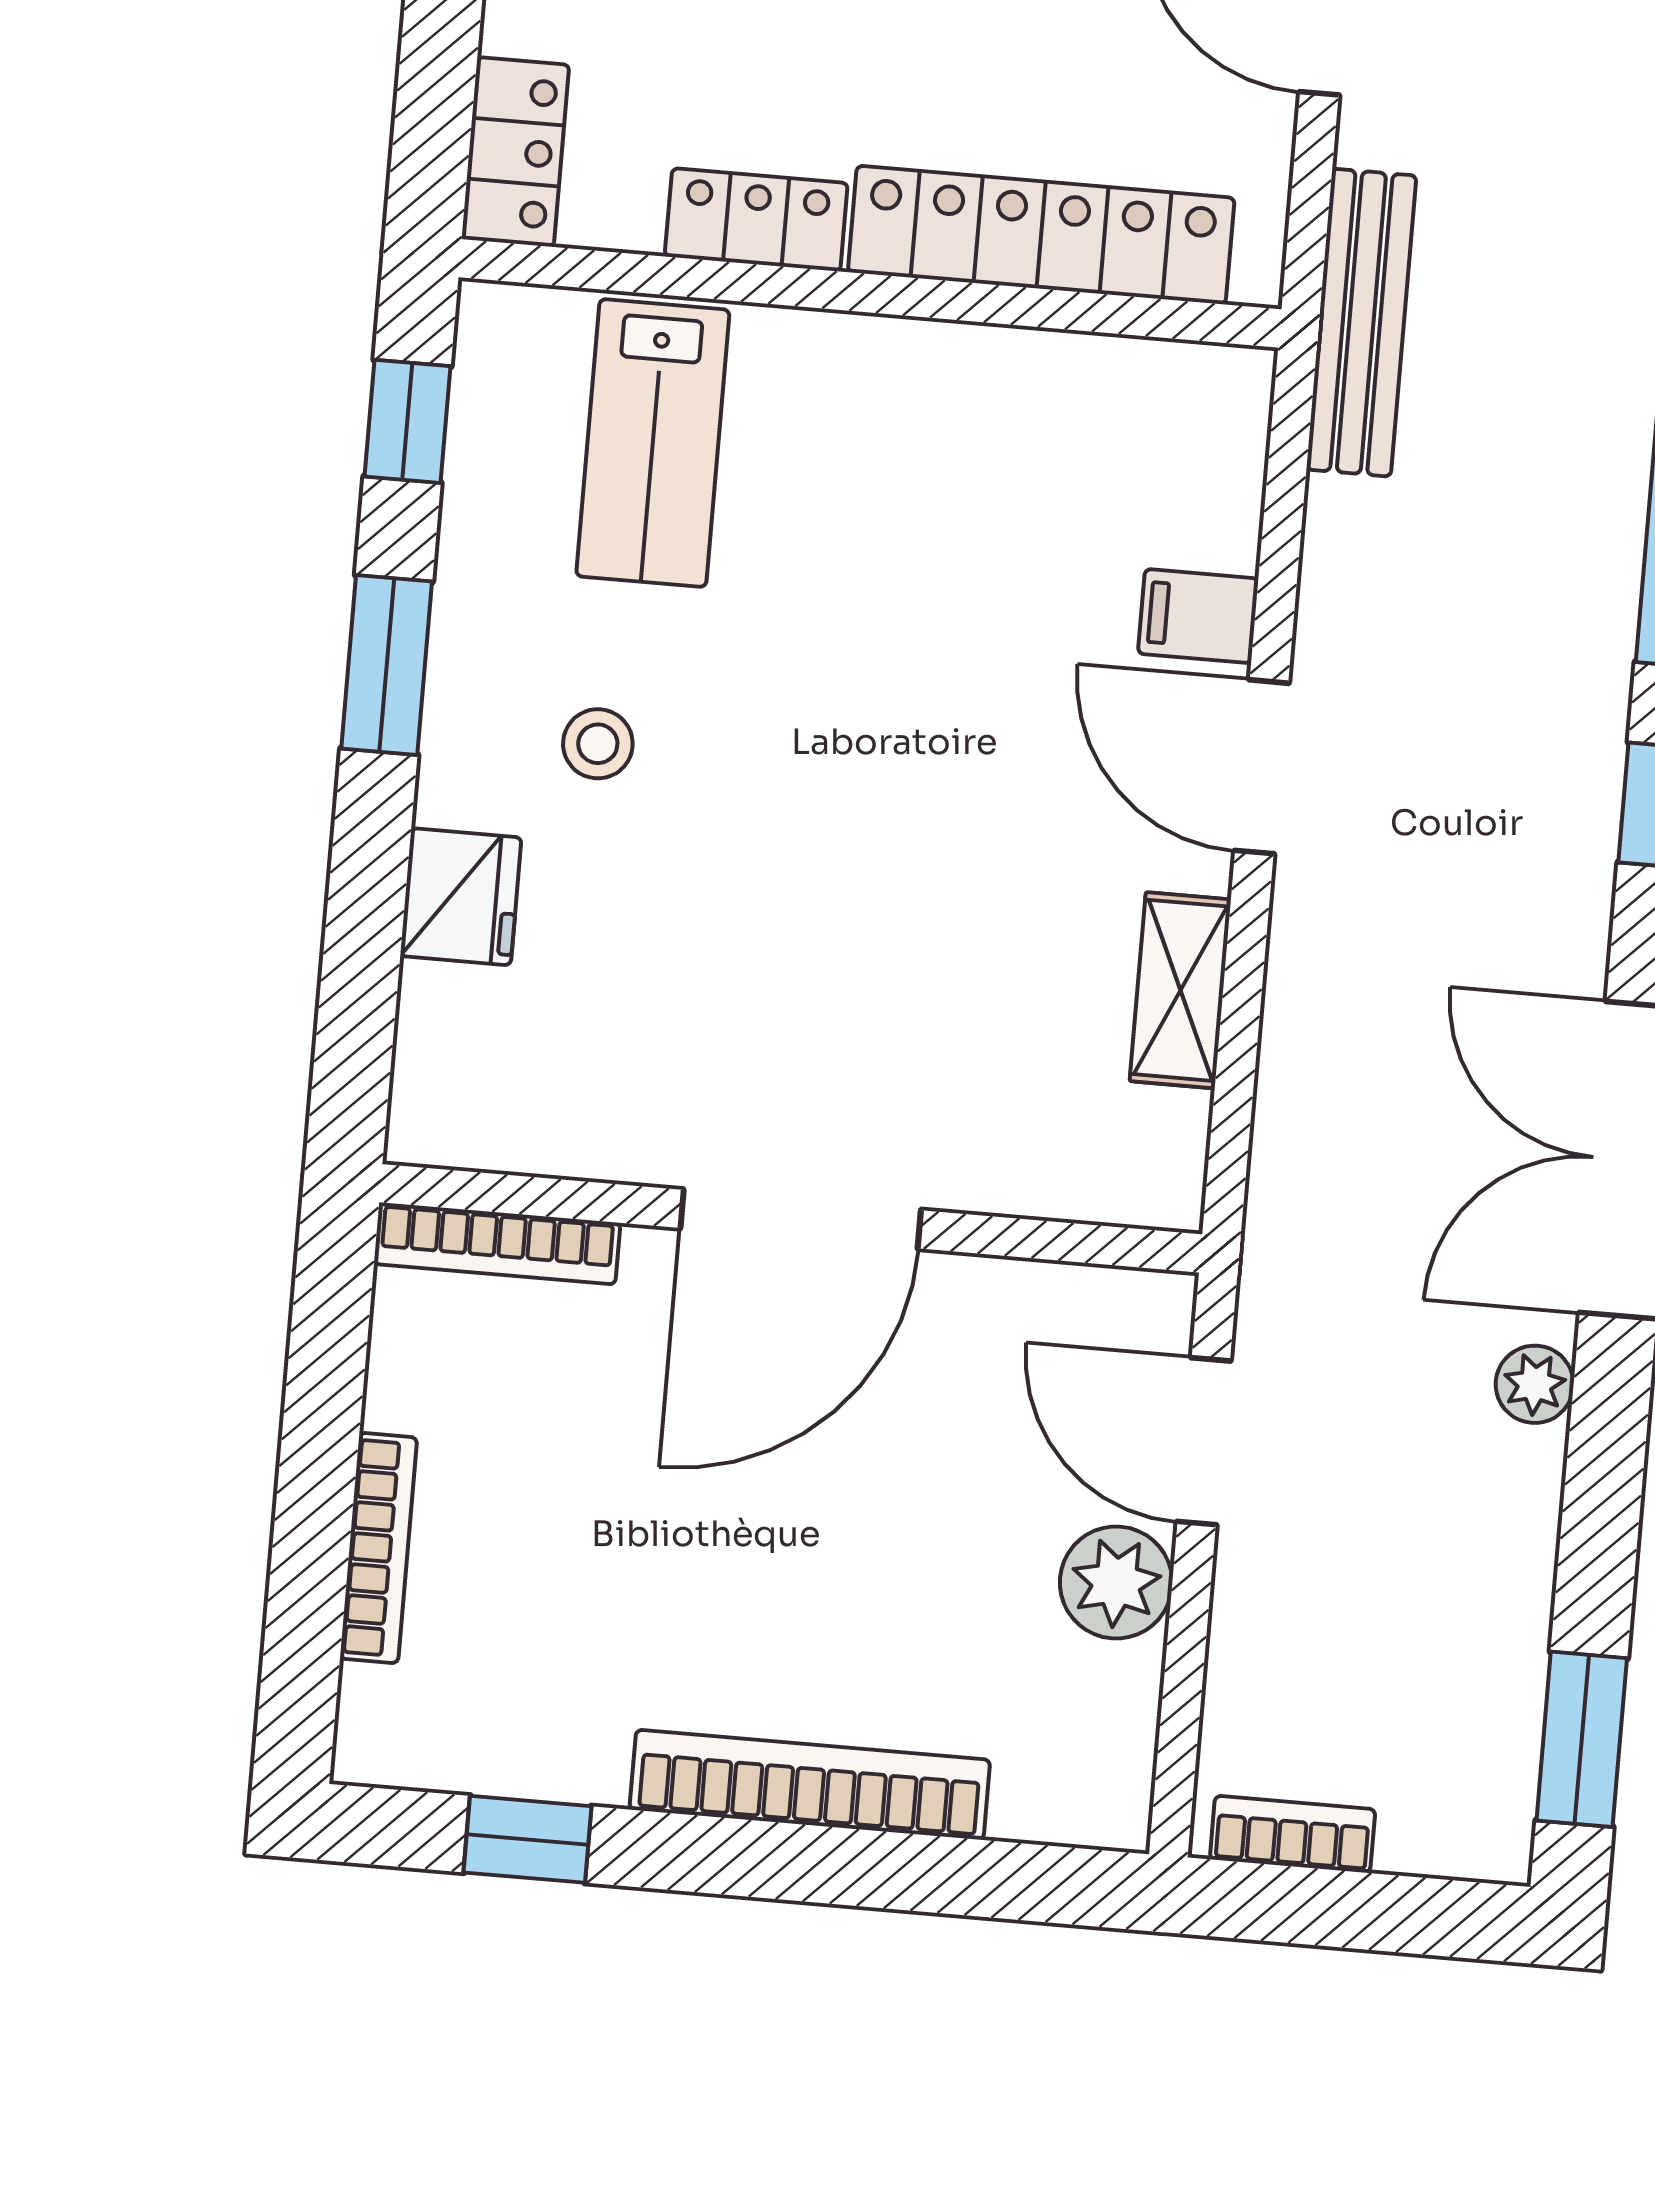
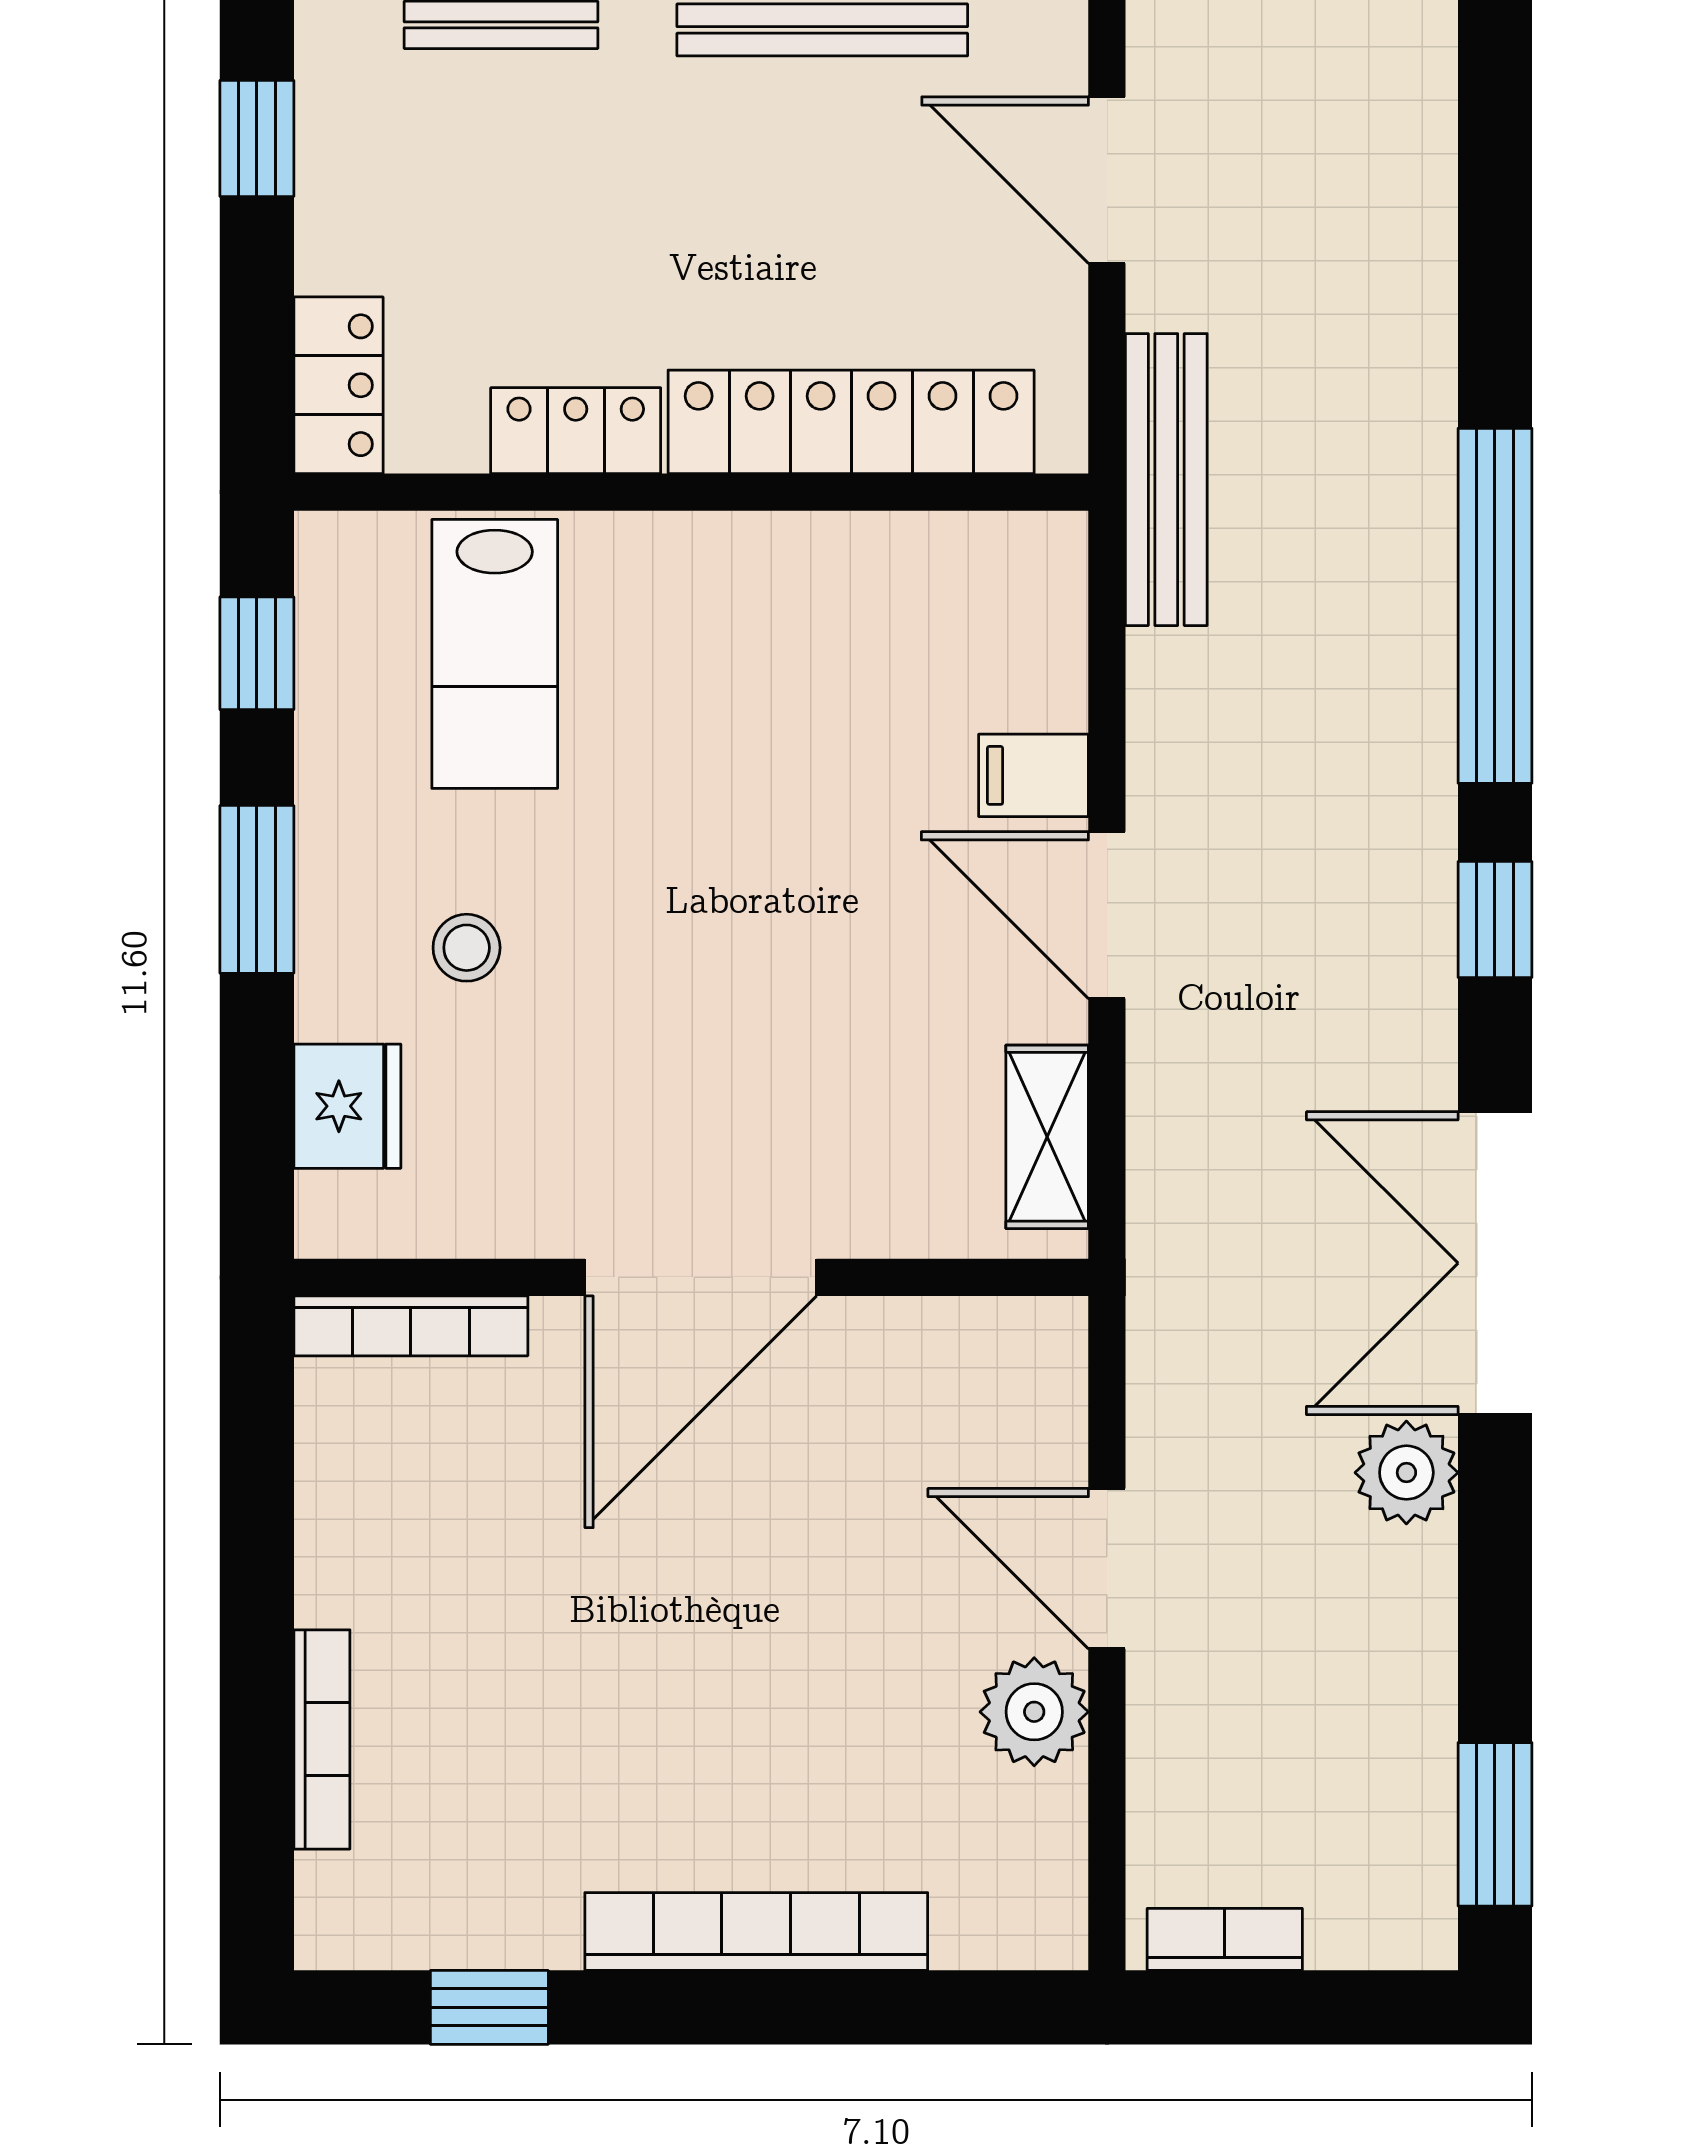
wall: (791, 1218) -> (691, 1277), moved
door: (801, 1219) -> (701, 1277), moved
bookcase: (497, 1243) -> (411, 1326), moved
plant: (1535, 1384) -> (1406, 1473), width x1.38, depth x1.38

